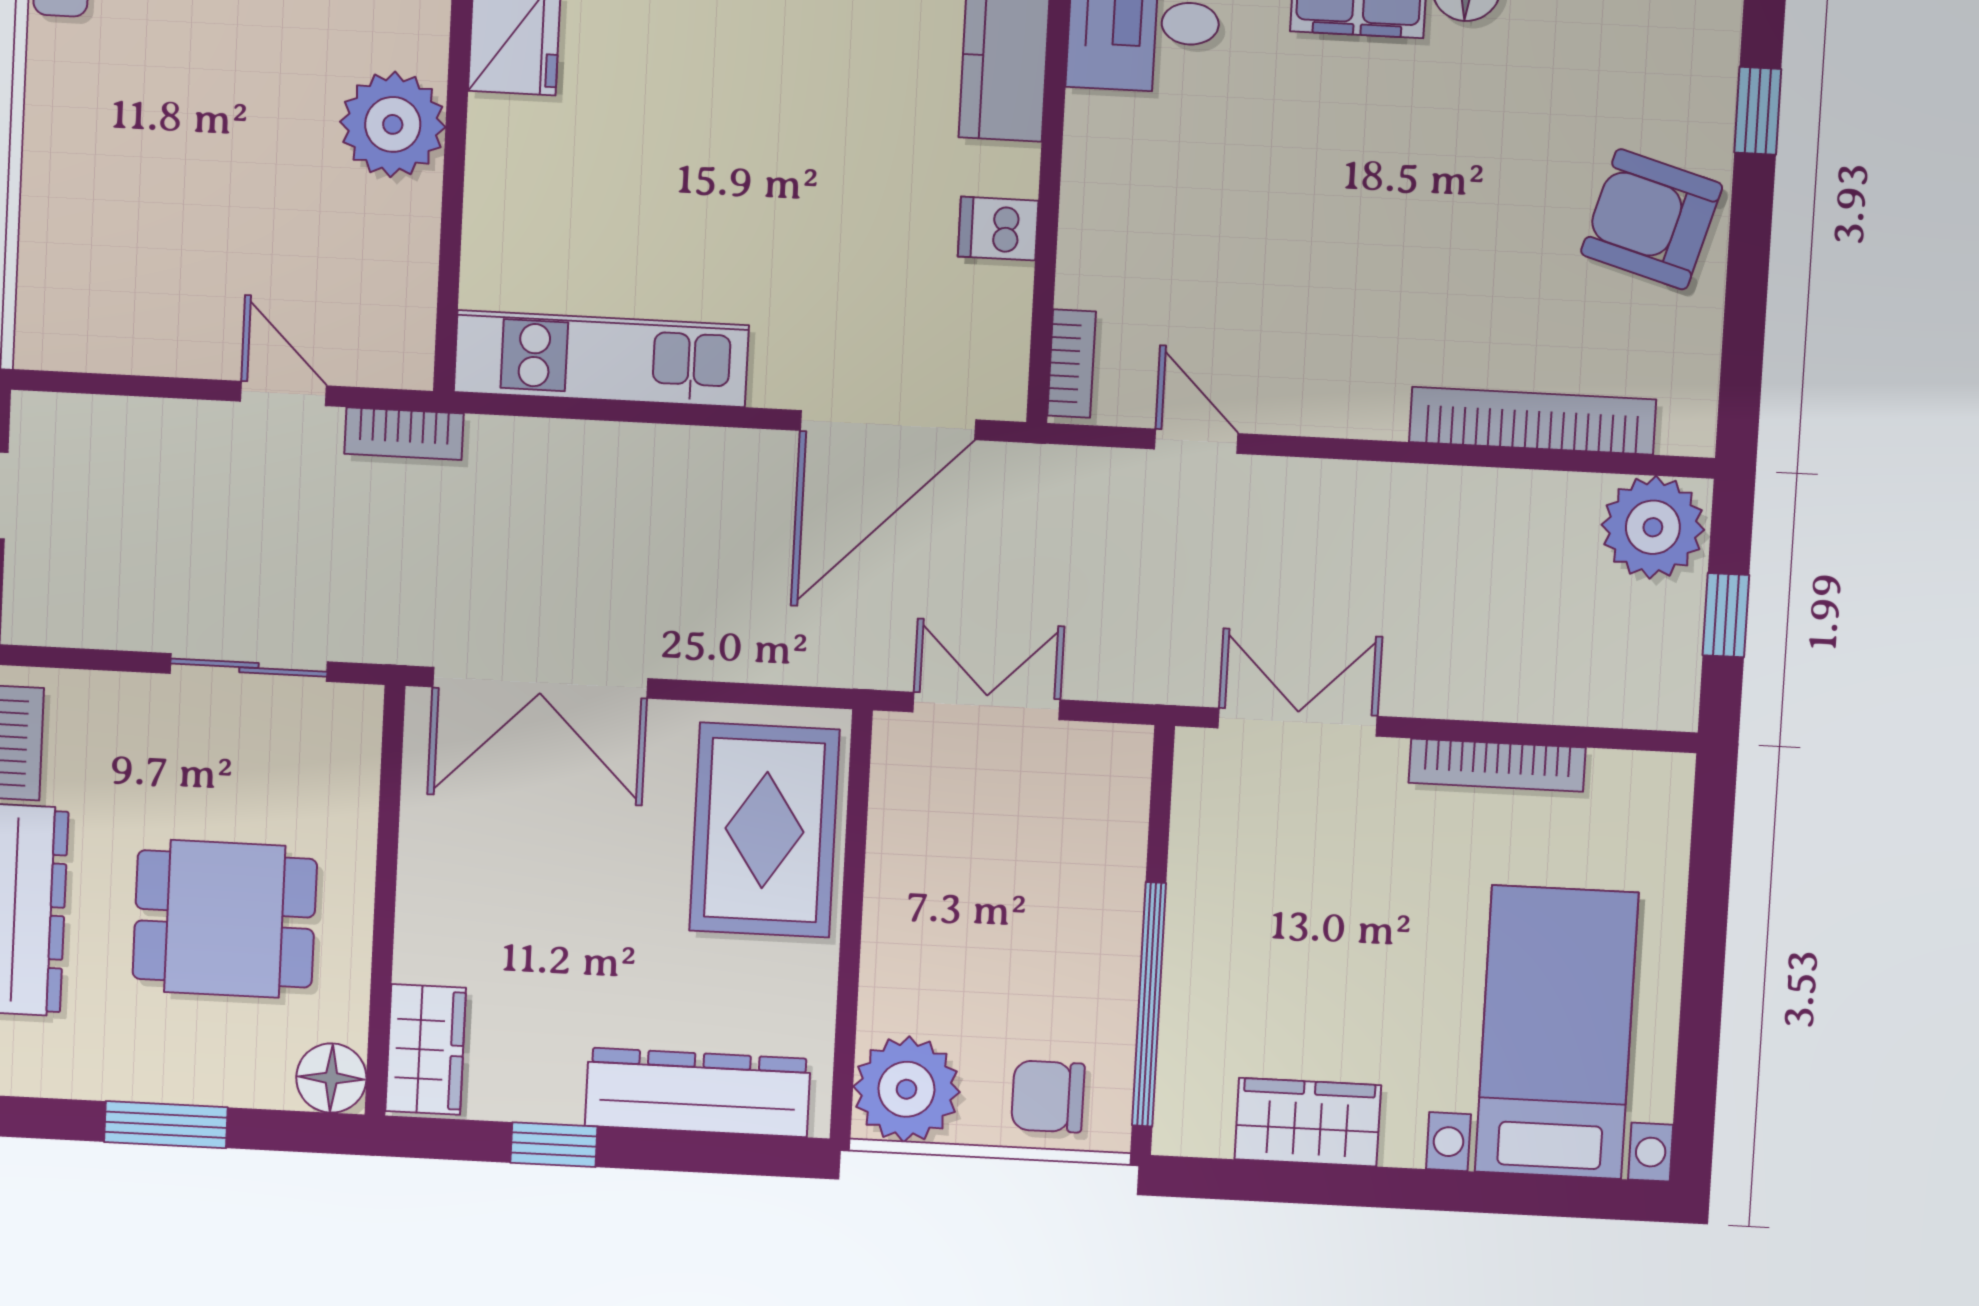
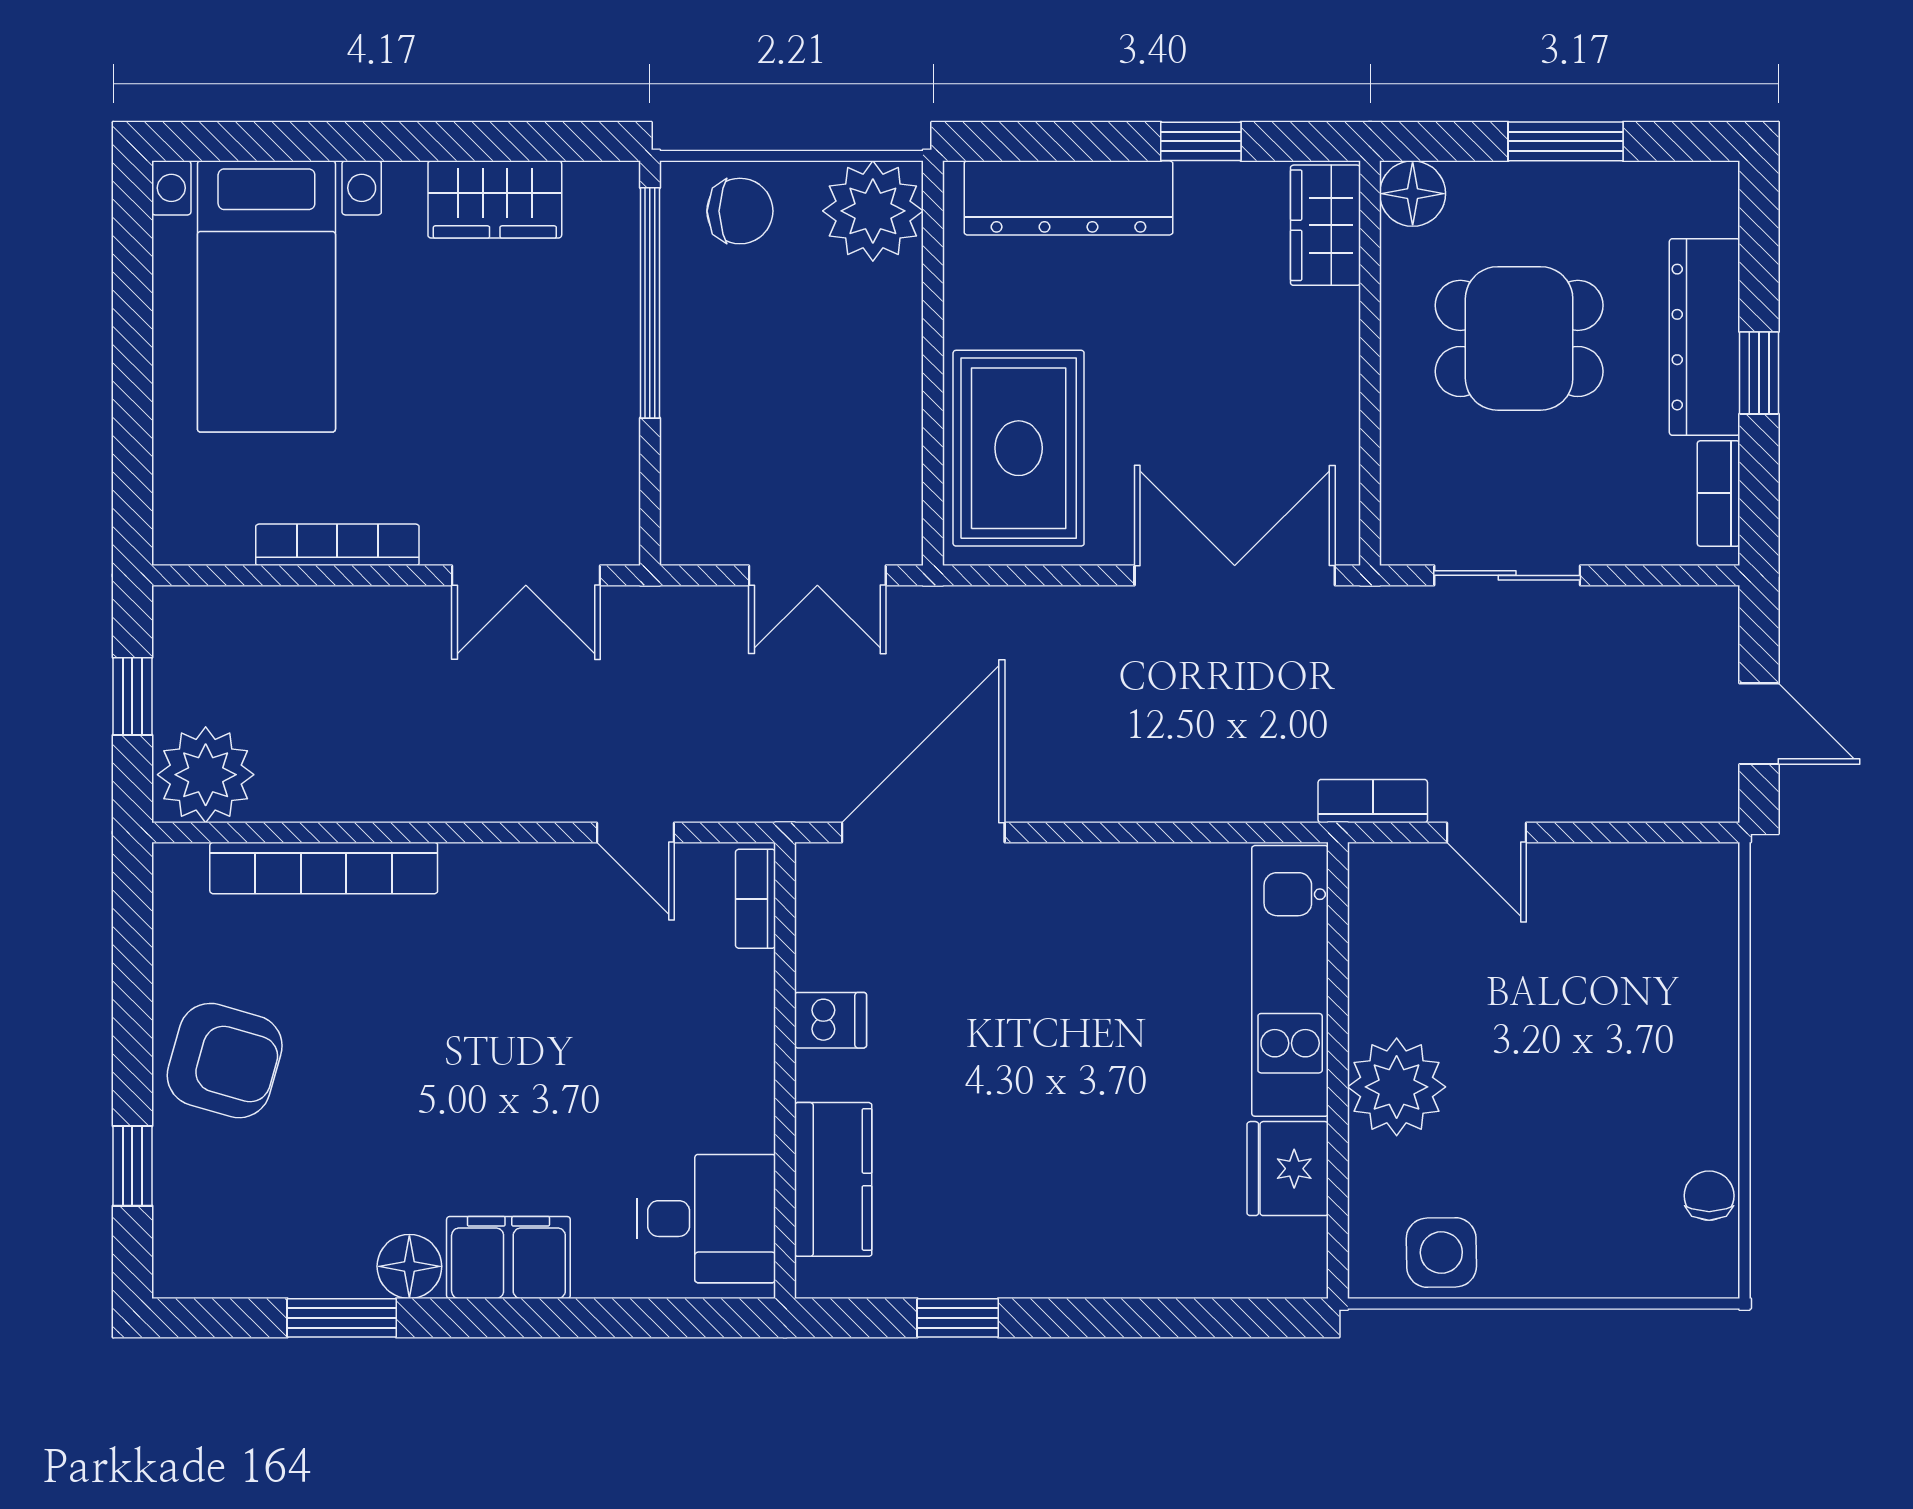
kitchen unit: (601, 359) -> (1290, 981), moved, turned 90

